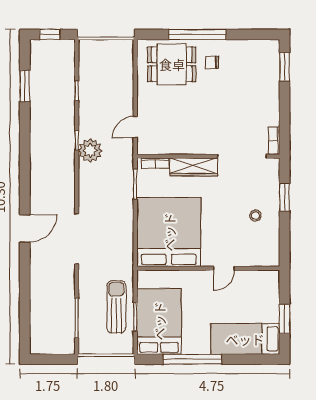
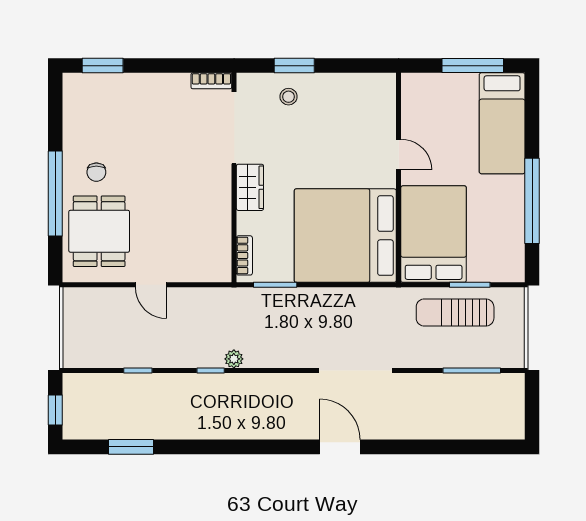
door: (135, 127) -> (151, 285), moved
plant: (90, 150) -> (234, 359), width x0.53, depth x0.53
wardrobe: (194, 167) -> (250, 187), width x0.67
stool: (255, 216) -> (289, 97), moved
window: (285, 319) -> (473, 66), width x1.44
bed: (159, 321) -> (434, 234), moved, turned 90

